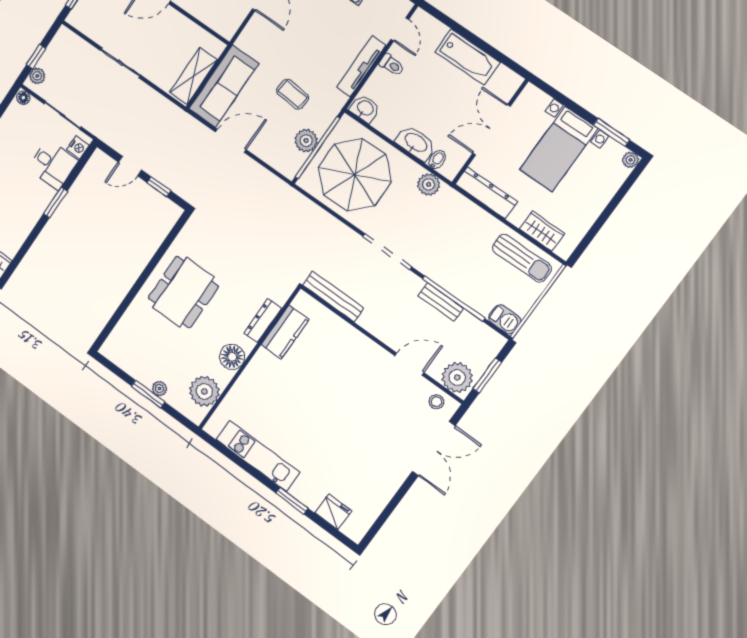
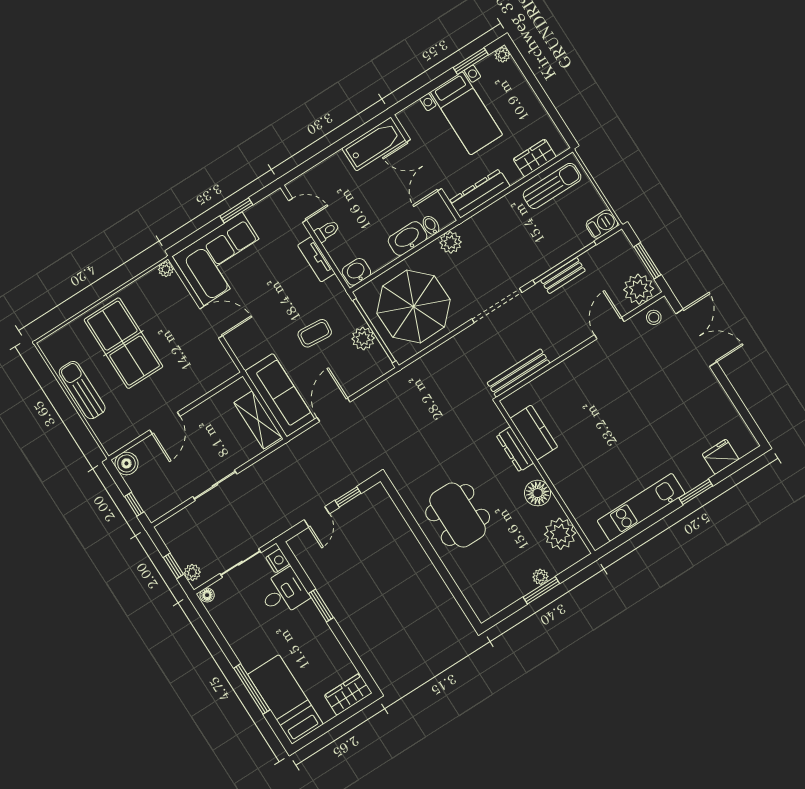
bathtub: (468, 57) -> (374, 144), moved
tv unit: (361, 66) -> (316, 259), width x0.71

